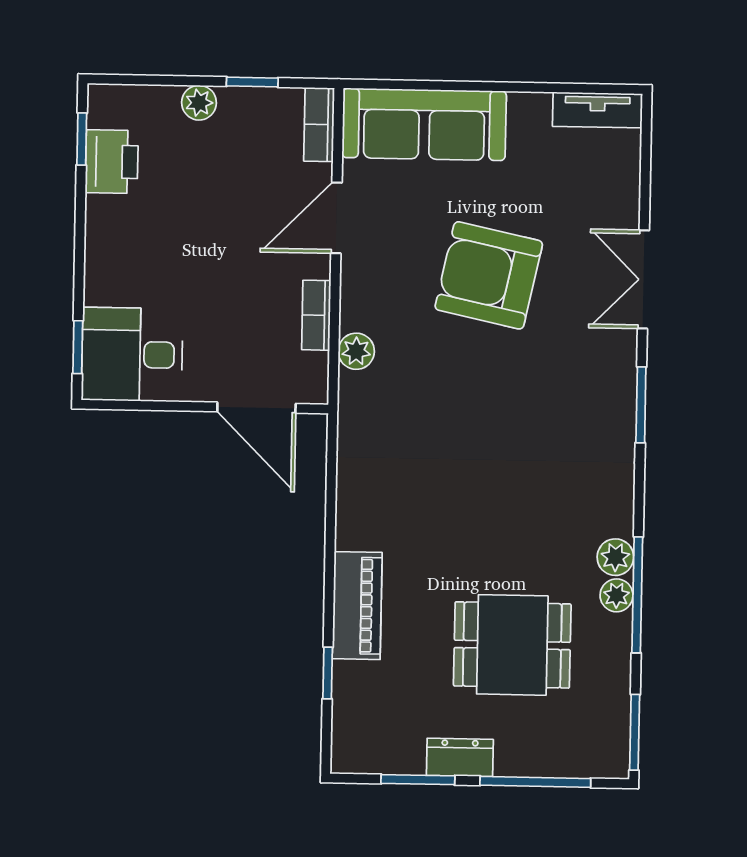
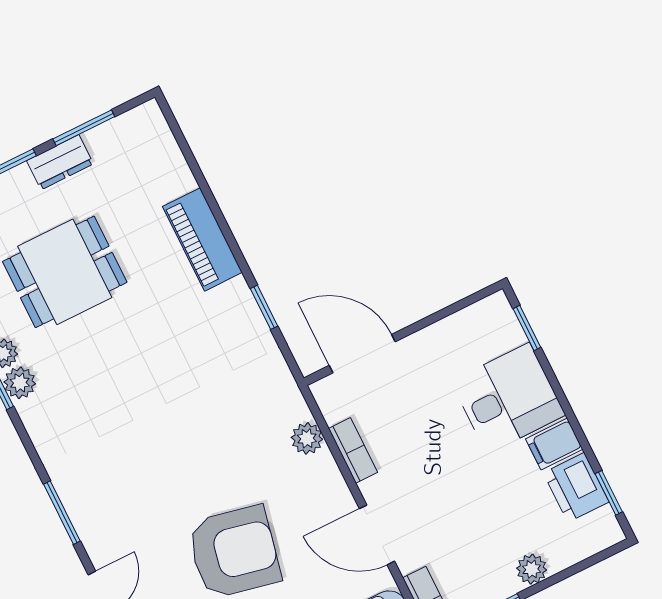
filing cabinet: (111, 216) -> (554, 444), added
door: (336, 218) -> (377, 535), swing flipped
desk: (132, 354) -> (508, 398), moved
window: (328, 673) -> (264, 307), moved

